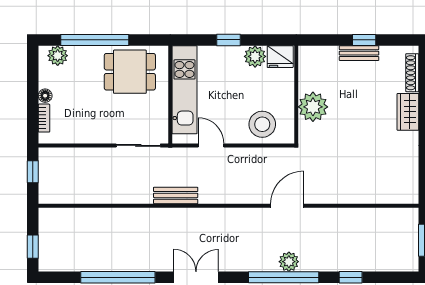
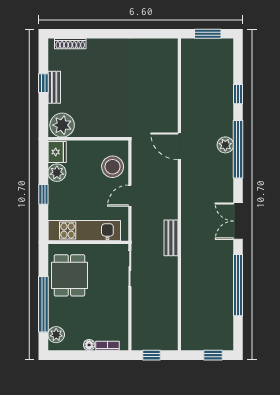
plant: (313, 107) -> (62, 125), moved
wardrobe: (408, 112) -> (102, 47), removed
door: (211, 145) -> (130, 196), moved

